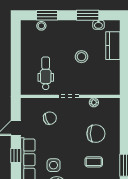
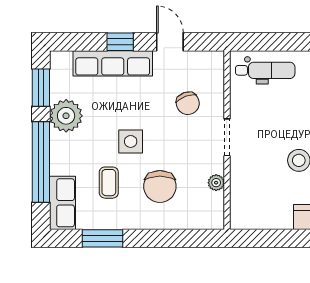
dental chair: (46, 73) -> (265, 70), moved
side table: (54, 165) -> (131, 141), moved

